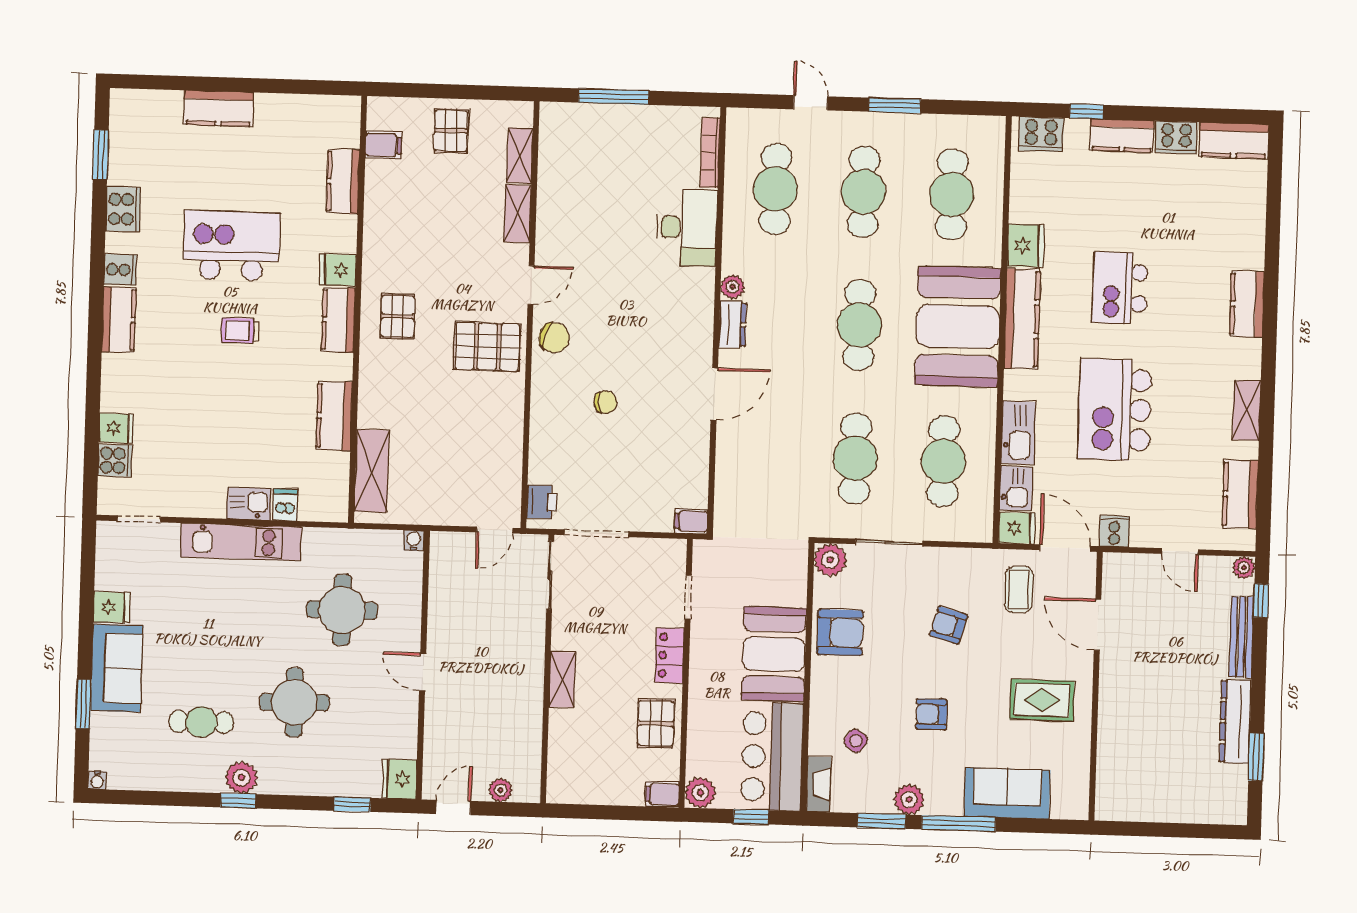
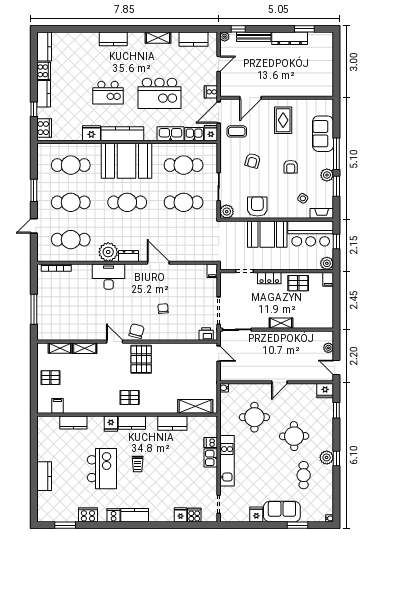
desk: (687, 227) -> (109, 277), moved
kitchen island: (232, 246) -> (102, 469), turned 180
plant: (733, 287) -> (108, 252), width x1.88, depth x1.88

